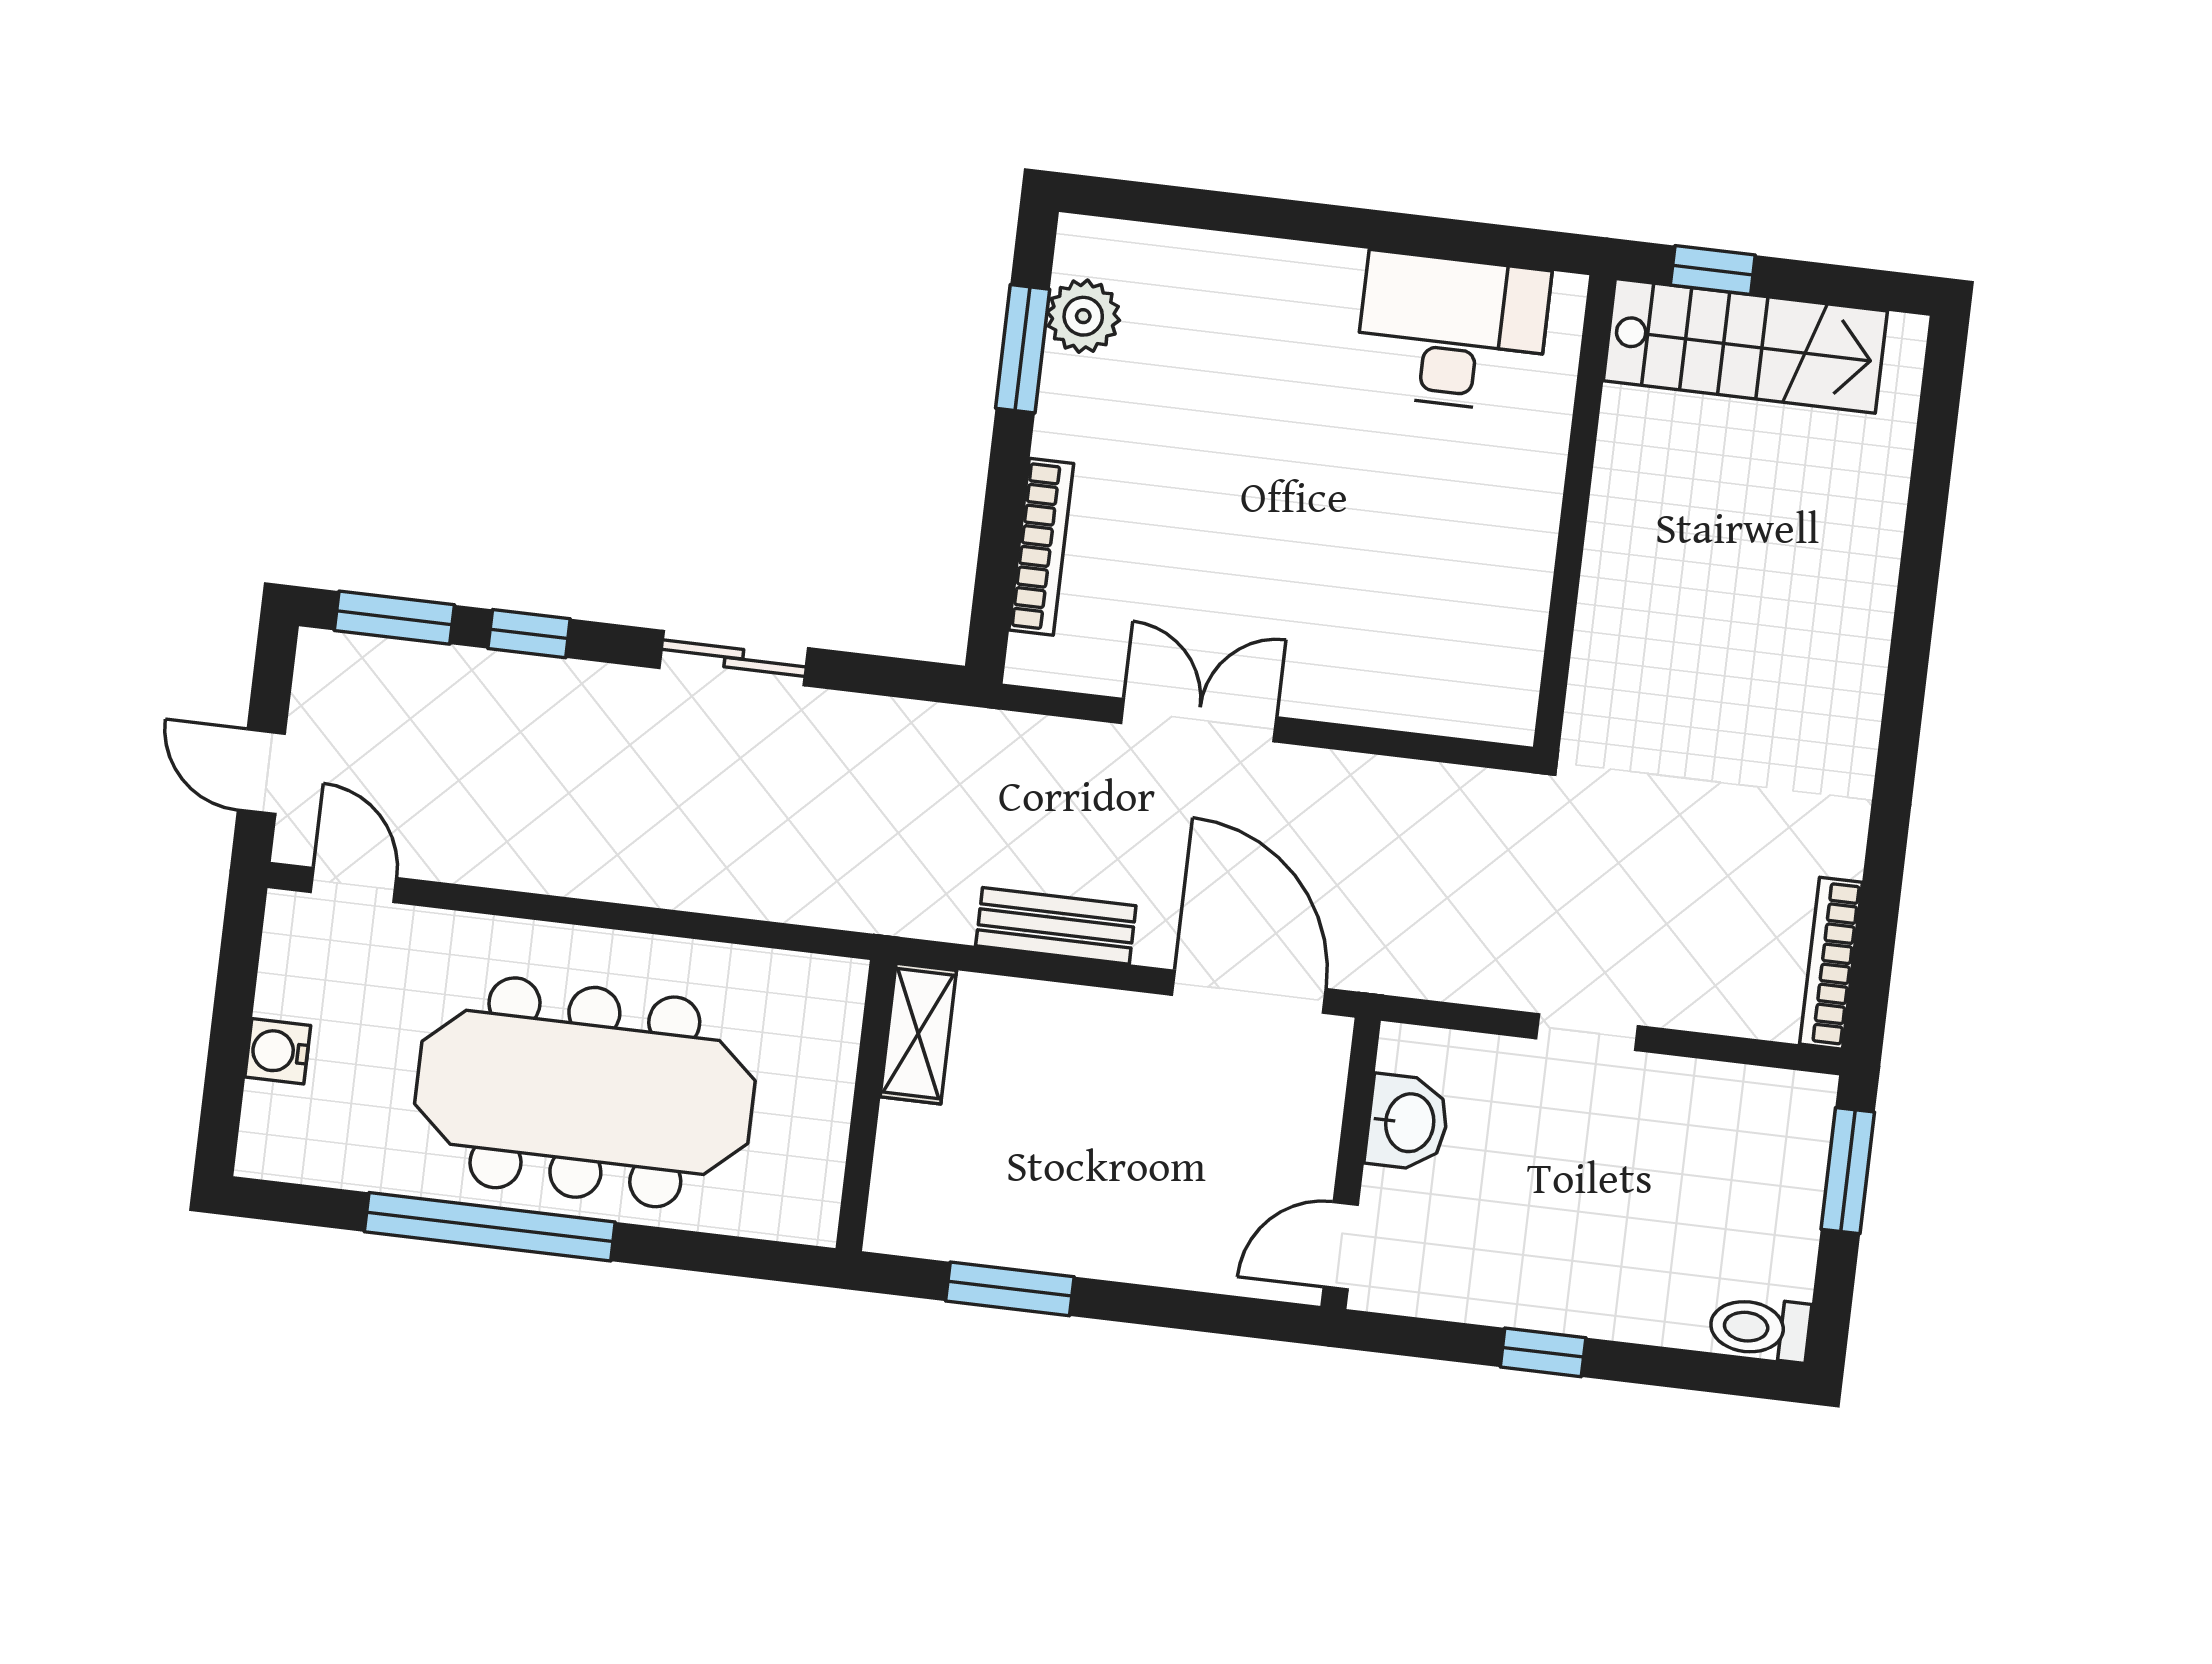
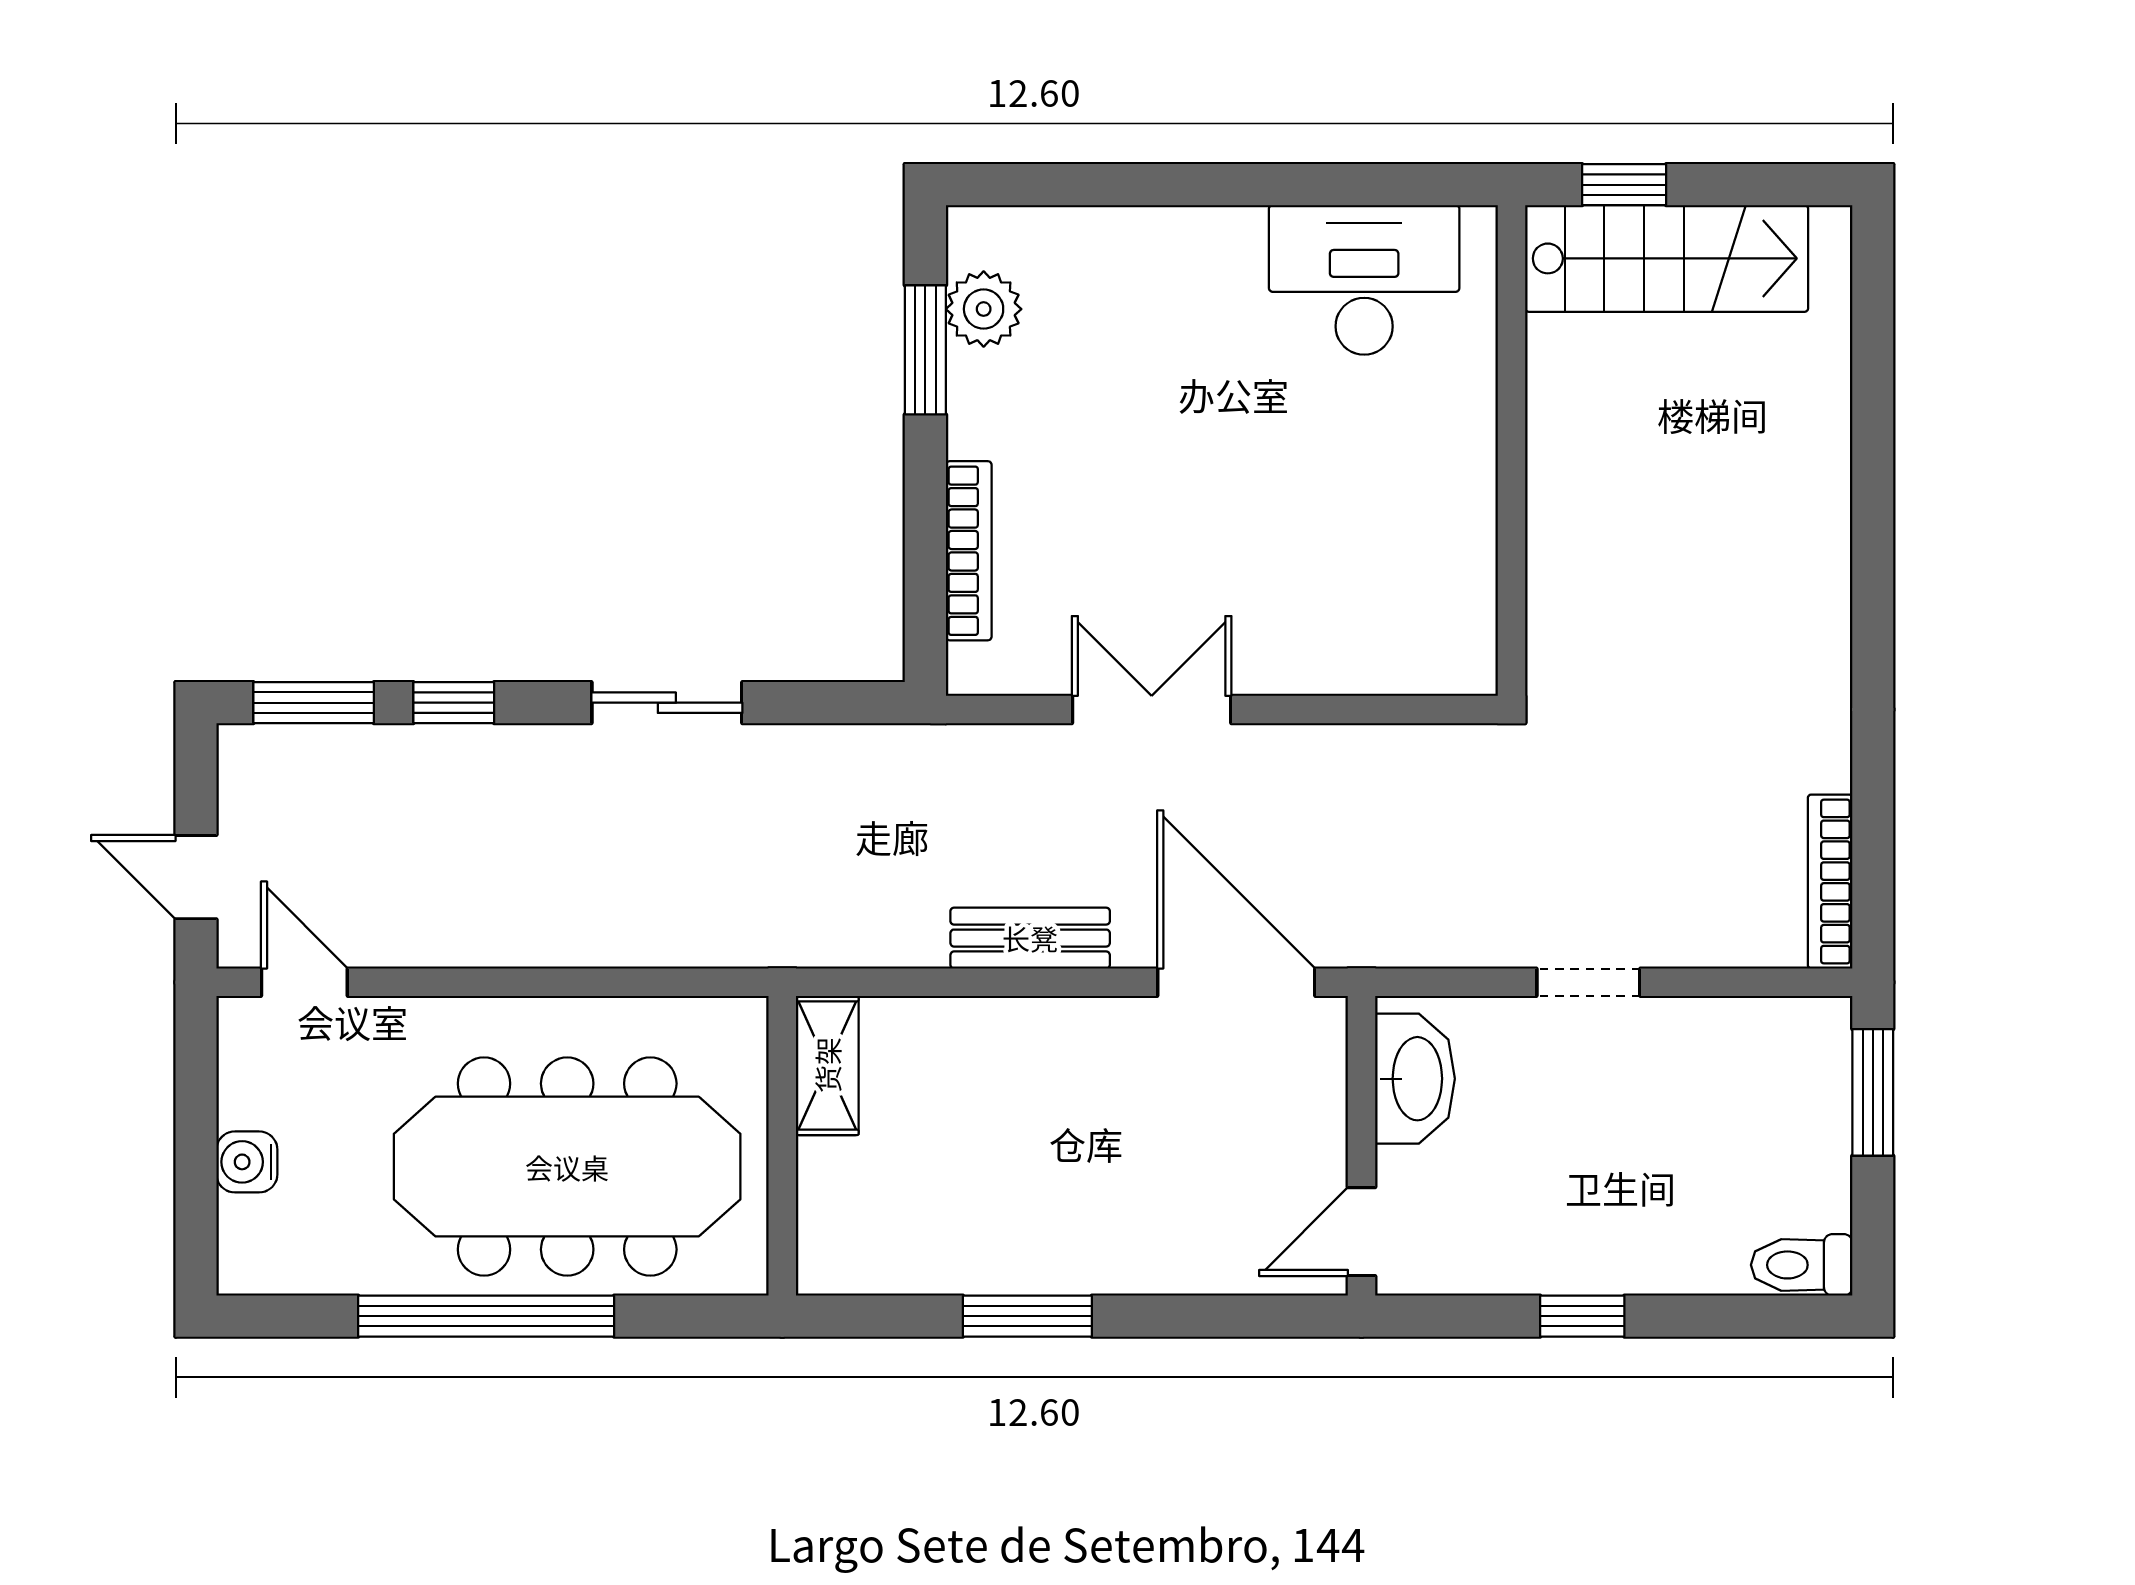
shelving: (918, 1034) -> (827, 1065), moved
wall: (866, 1106) -> (782, 1146), moved
washbasin: (1407, 1122) -> (1415, 1079), width x1.38

